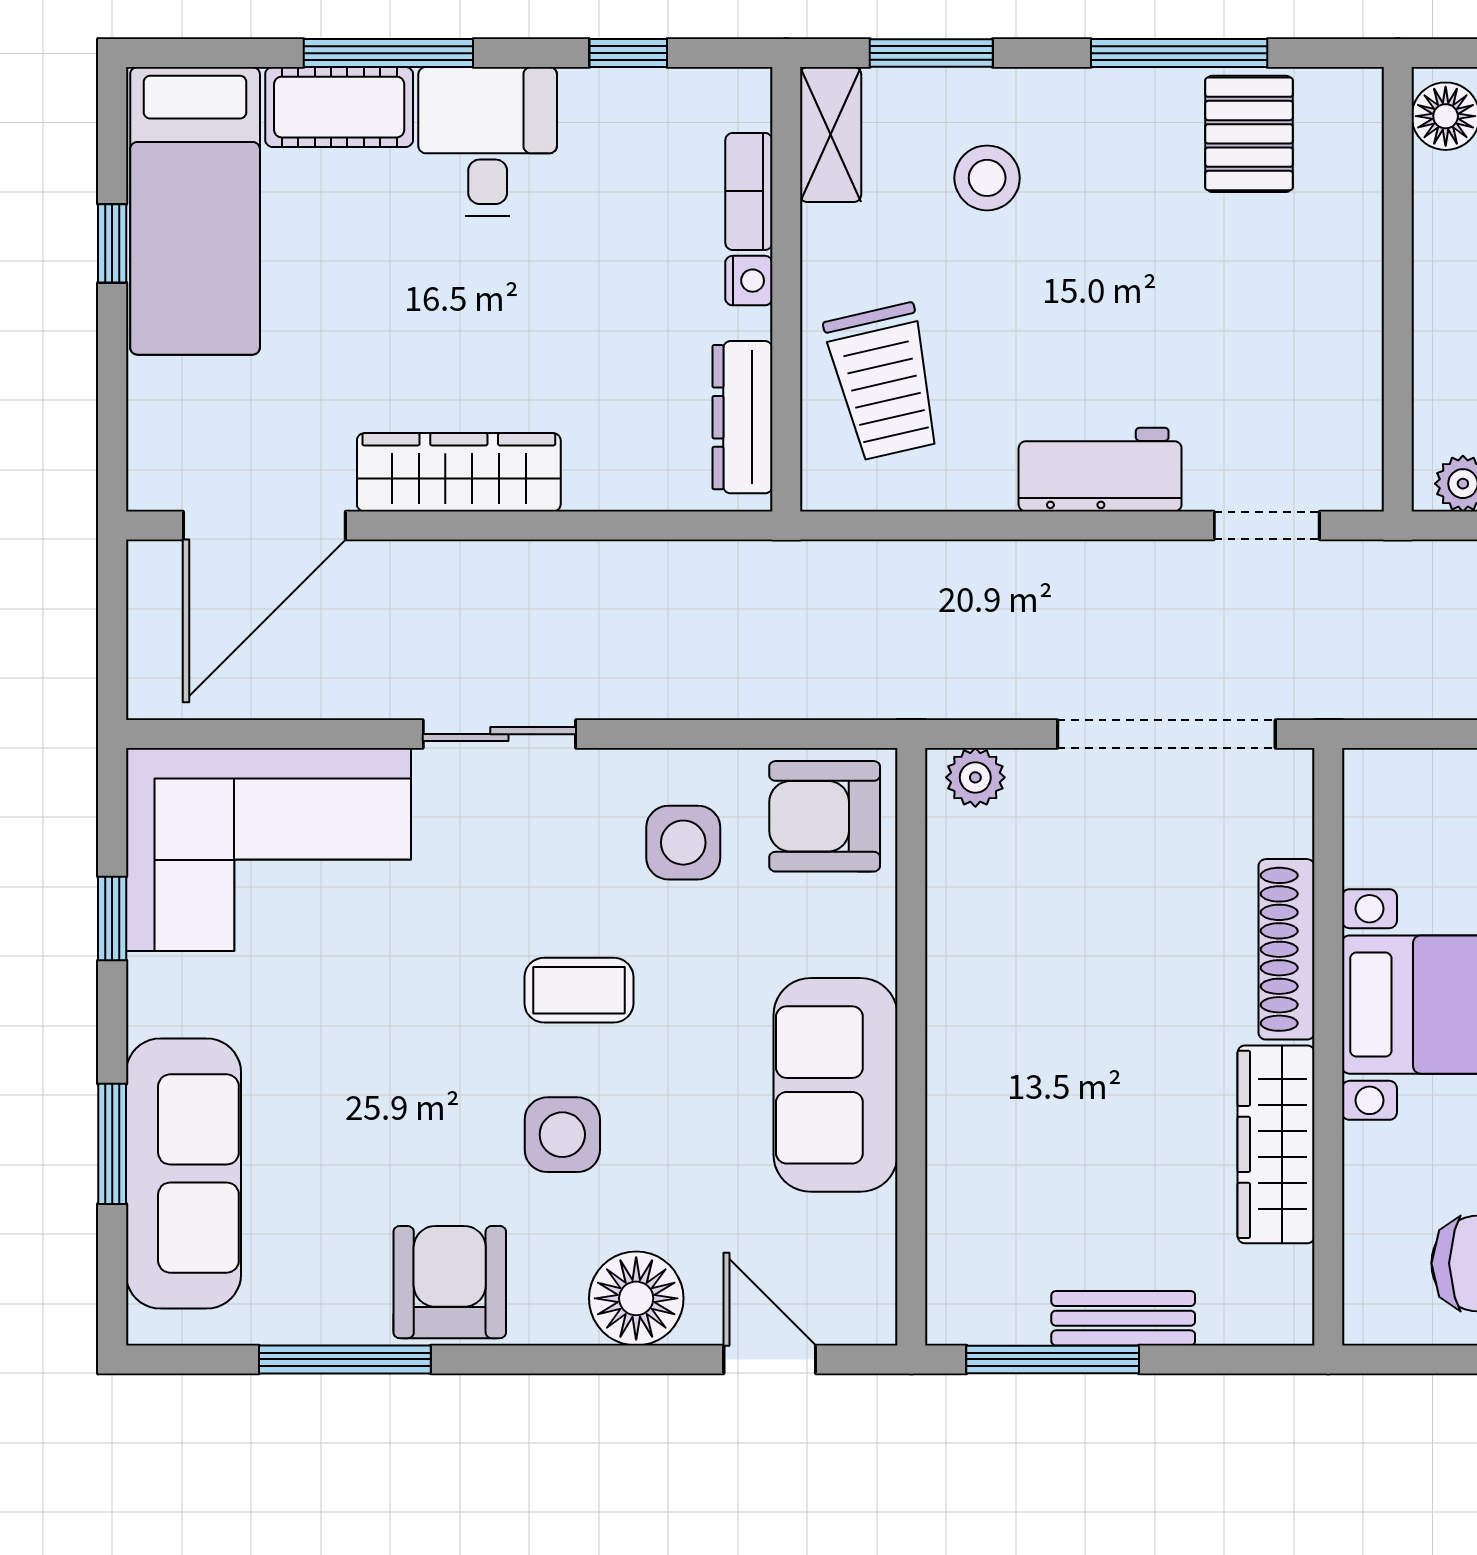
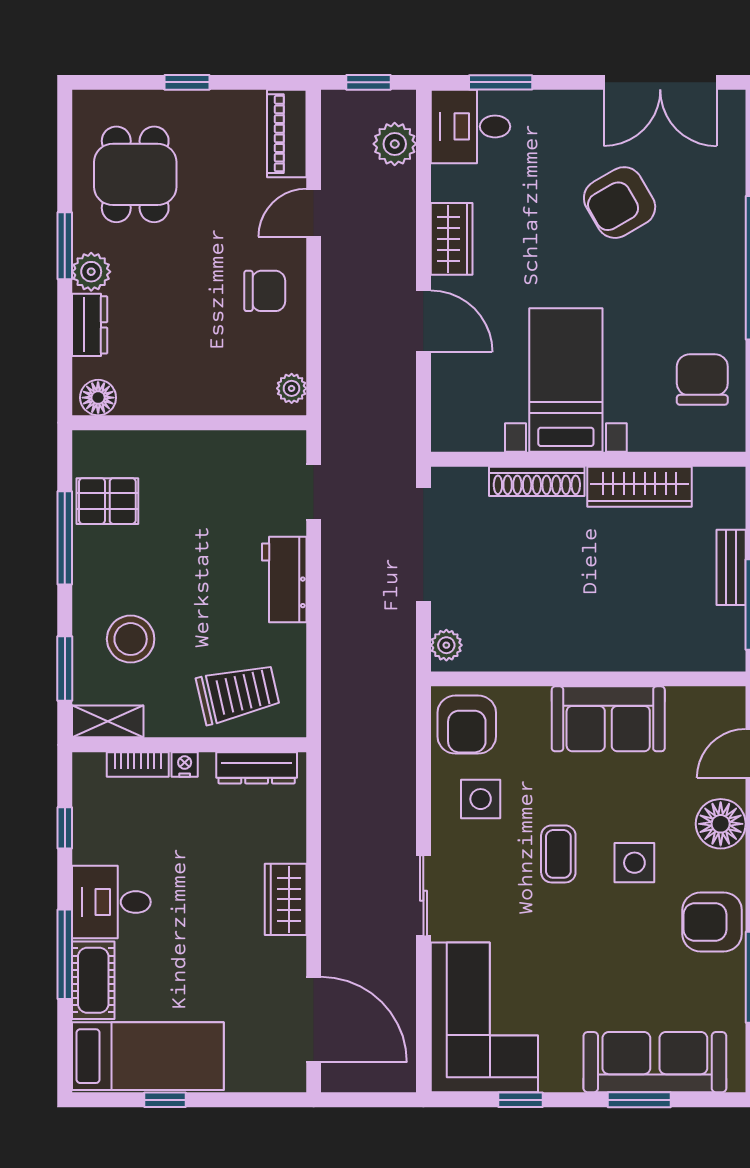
stool: (987, 178) -> (131, 639), width x1.38, depth x1.38
wardrobe: (459, 472) -> (286, 899), width x0.67

